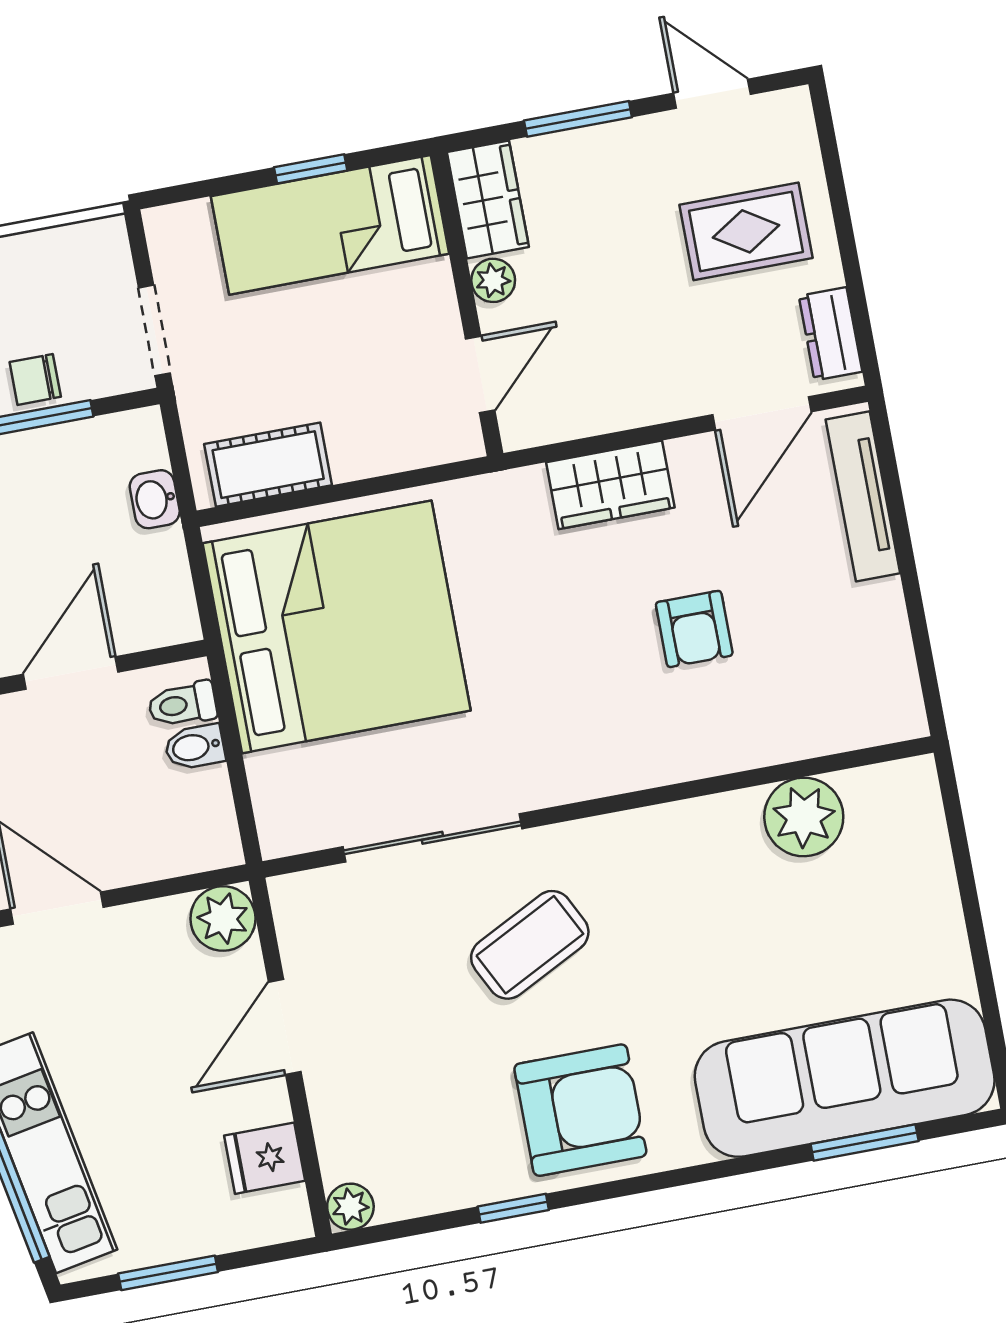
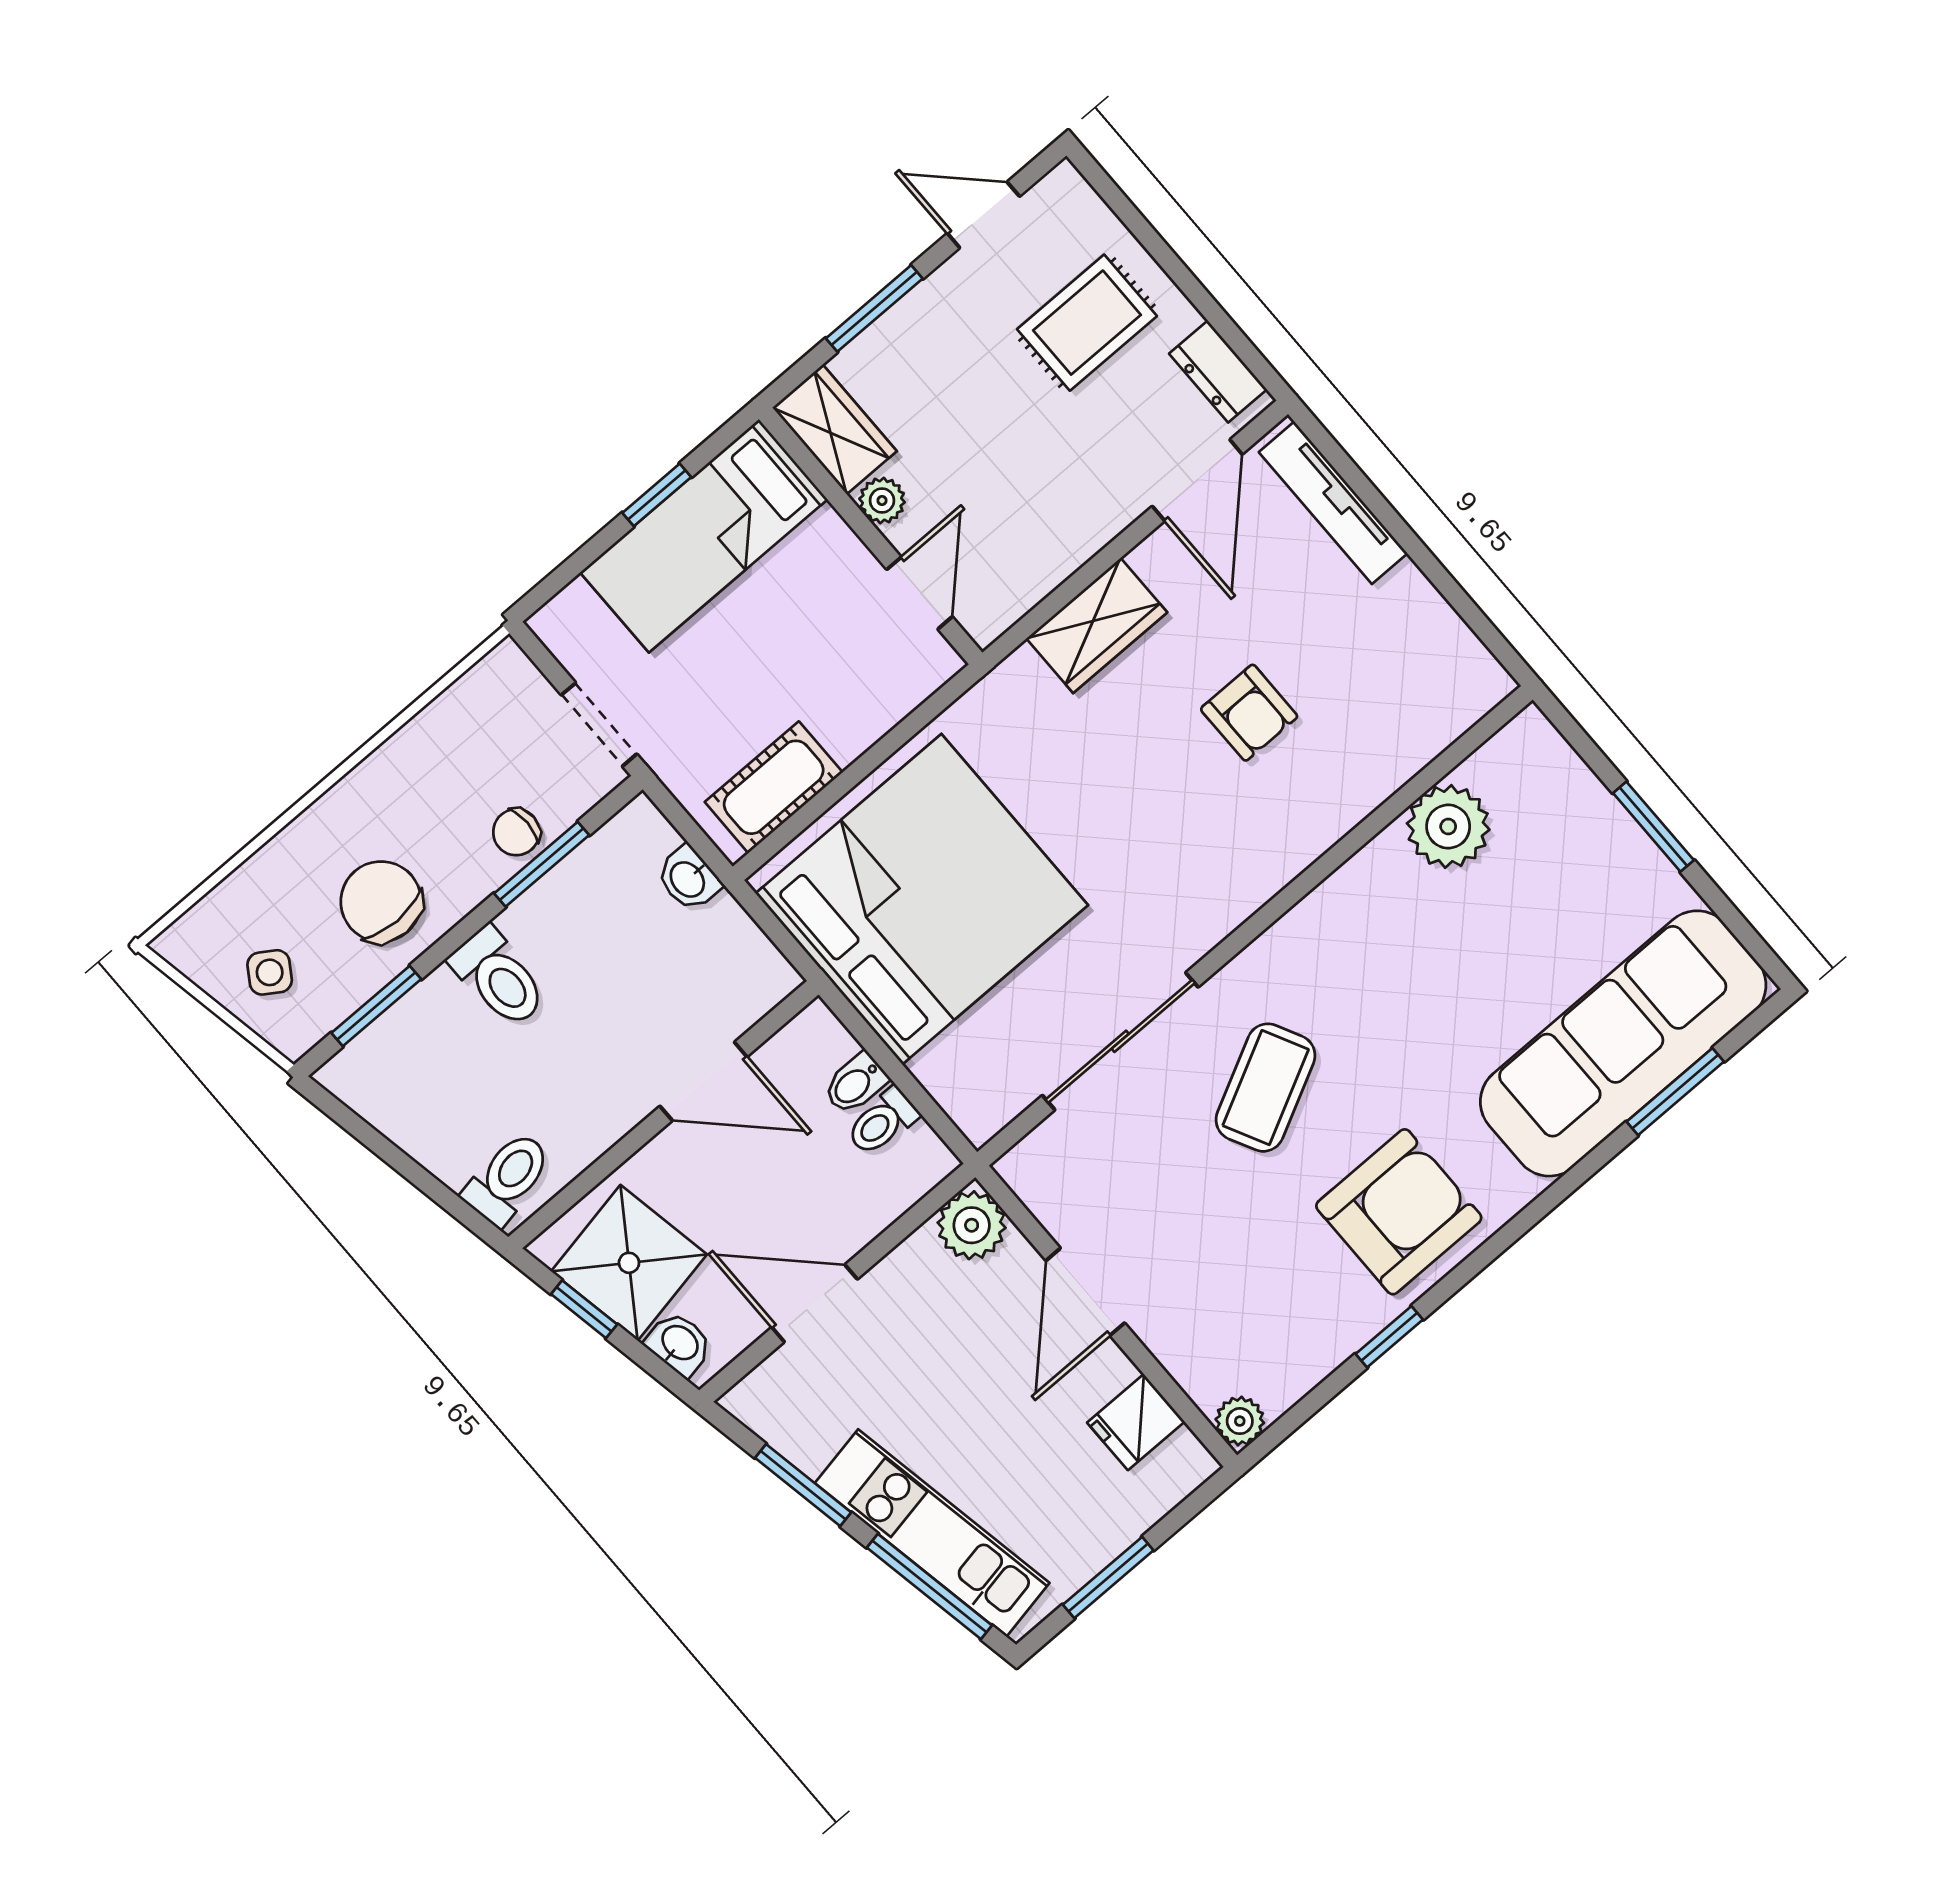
door: (71, 673) -> (703, 1081), swing flipped
toilet: (182, 704) -> (882, 1122), moved
window: (972, 914) -> (1653, 827), added

